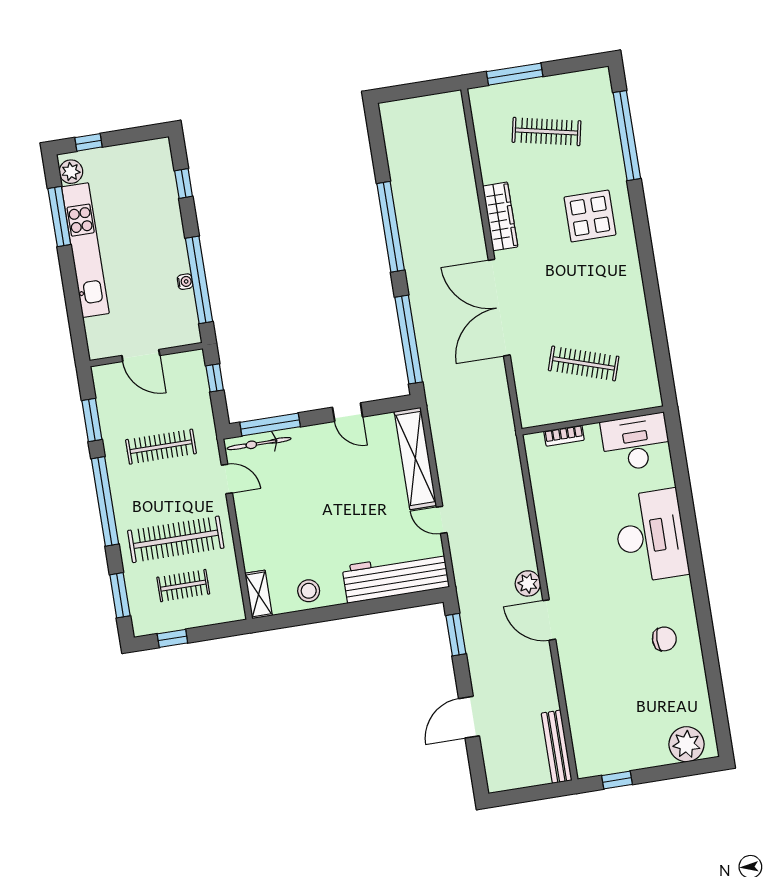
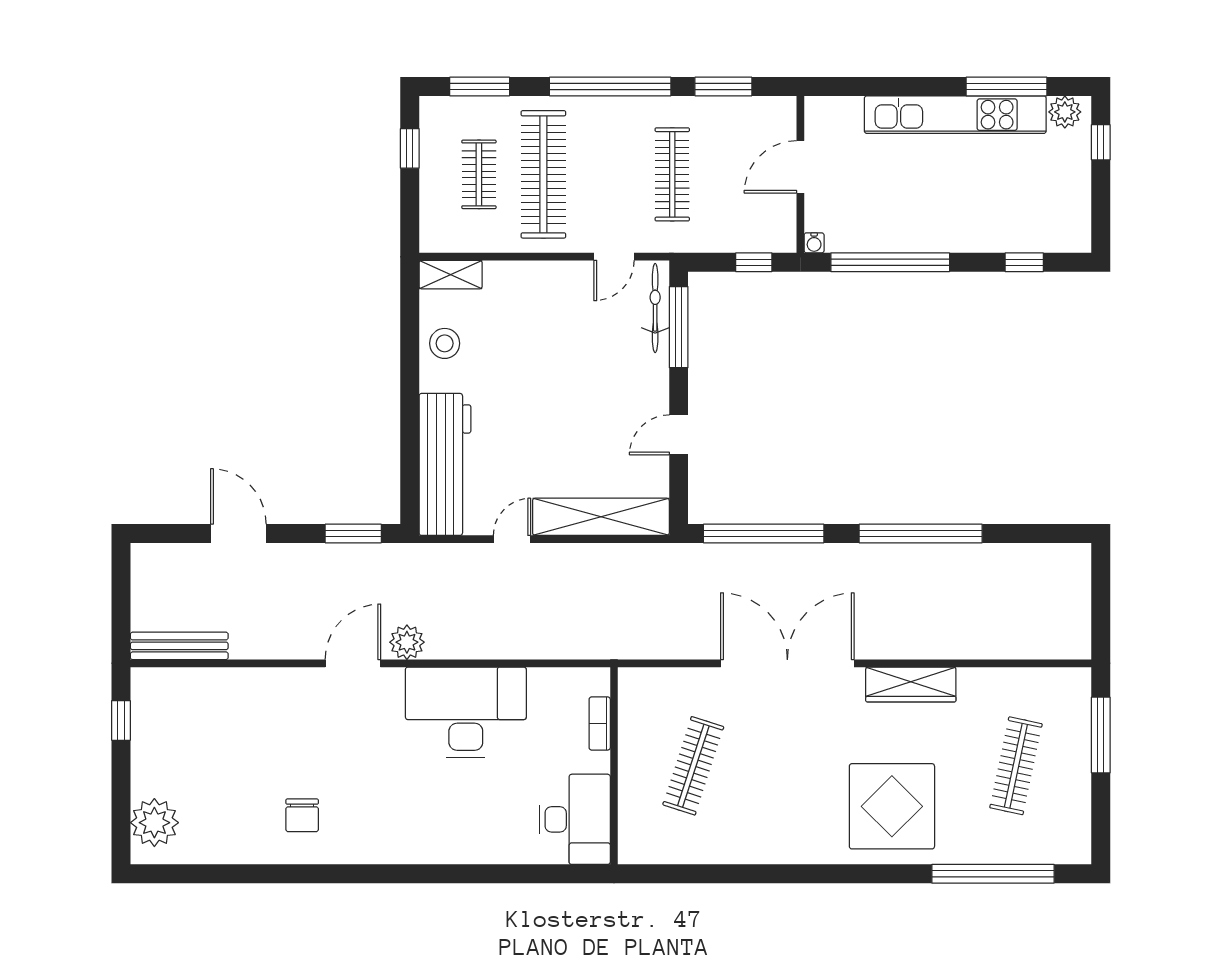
display table: (590, 216) -> (892, 806), width x1.36, depth x1.36
water cooler: (185, 282) -> (814, 243), moved
desk: (651, 536) -> (466, 712), moved, turned 180

